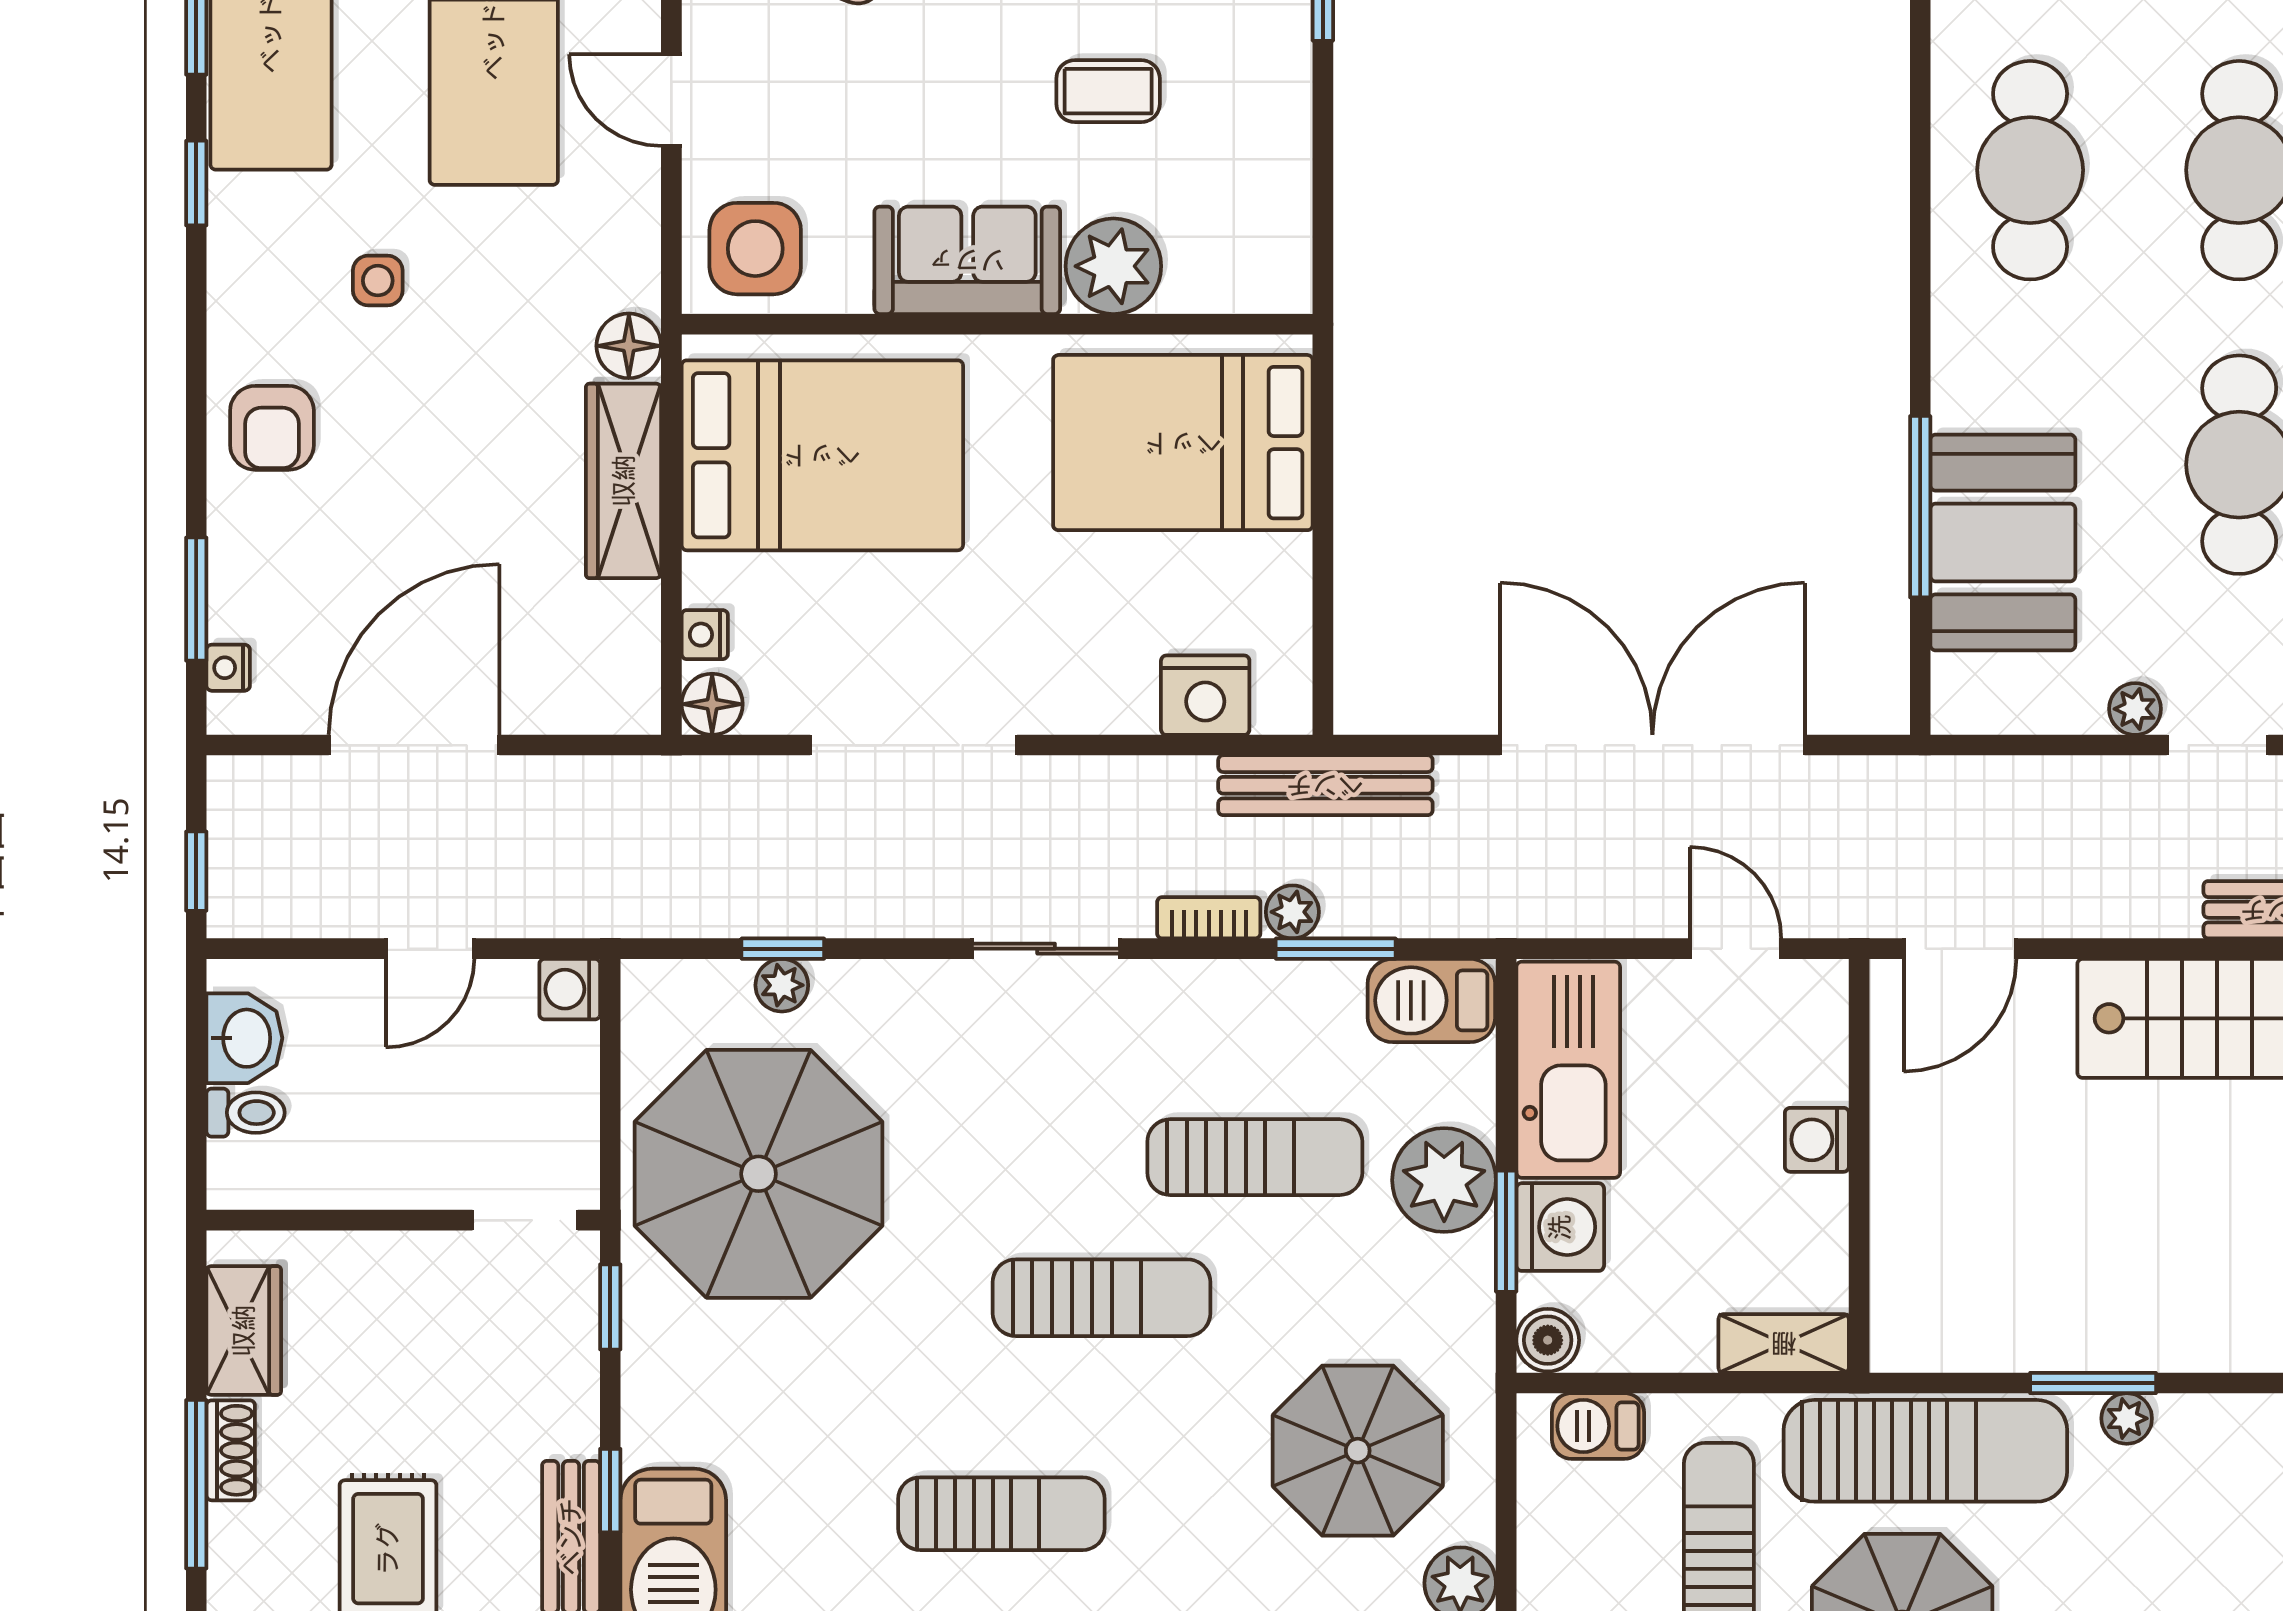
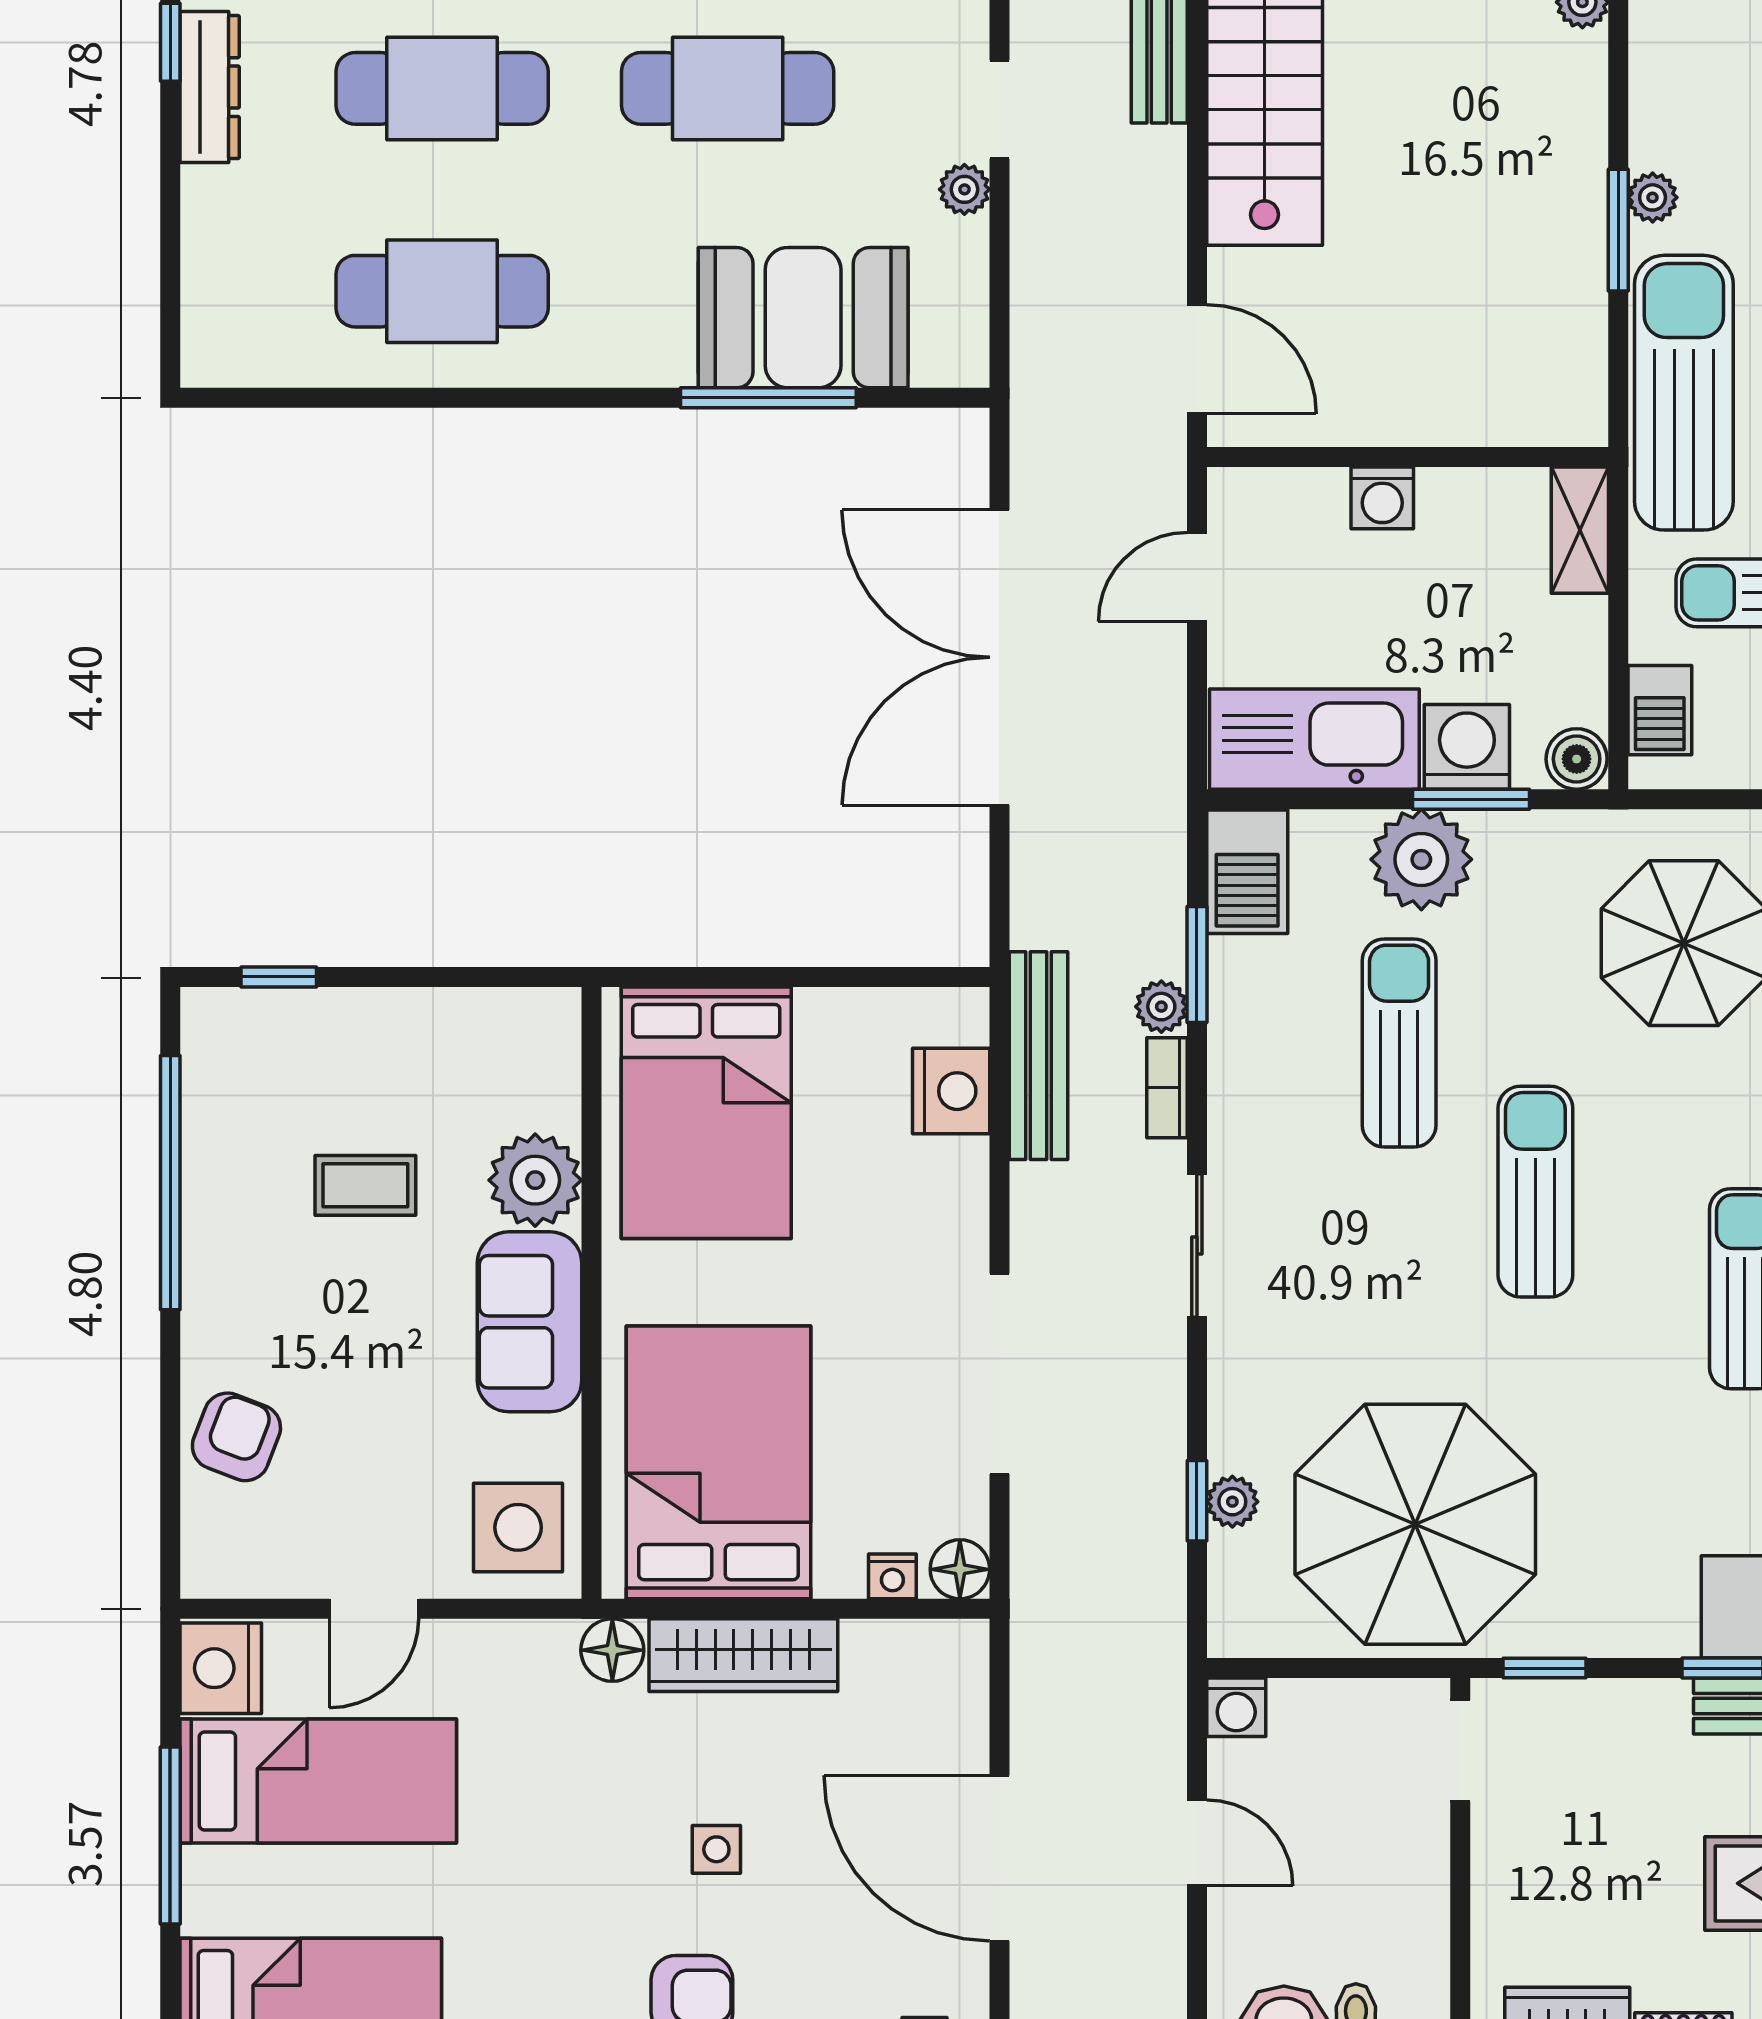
coffee table: (1108, 91) -> (365, 1185), turned 90
side table: (378, 281) -> (716, 1849), moved
bench: (1325, 785) -> (1038, 1056), moved

